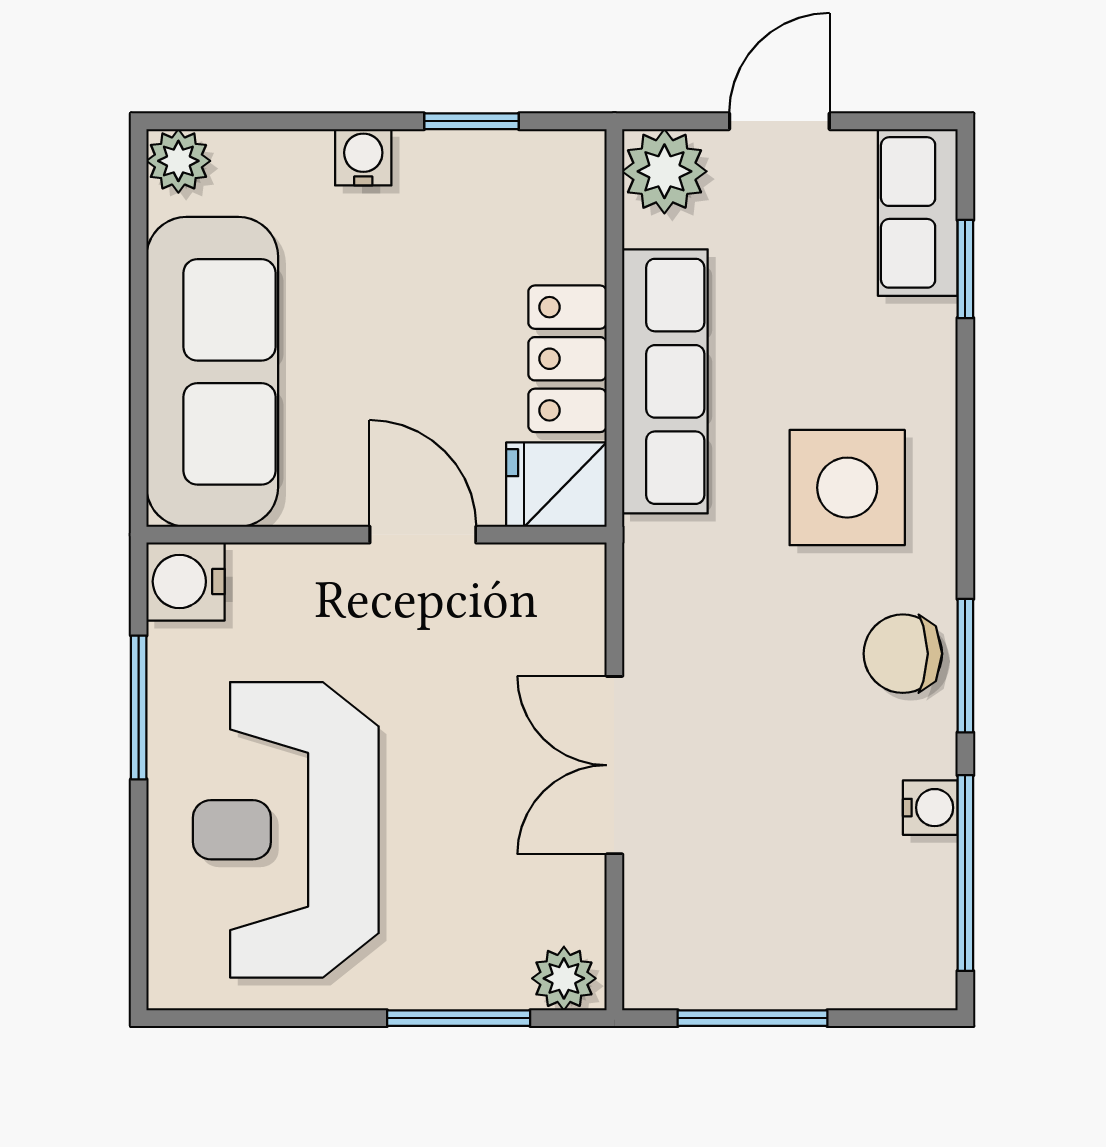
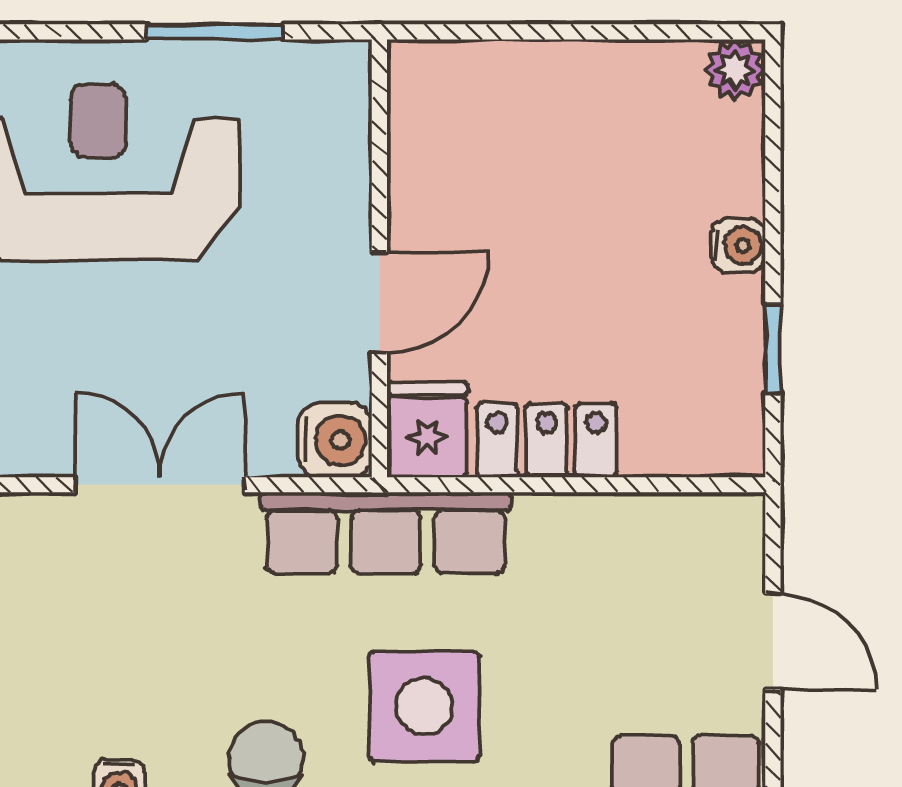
plant: (664, 171) -> (725, 532), removed
sofa: (212, 372) -> (534, 102), removed
row of seats: (665, 381) -> (386, 533), moved
water cooler: (186, 581) -> (335, 440), moved, turned 90

